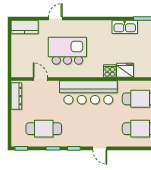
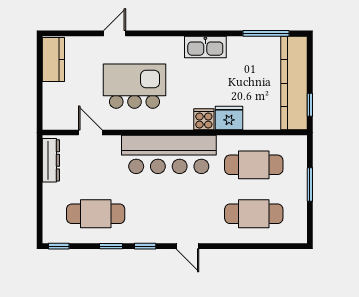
kitchen counter: (25, 27) -> (53, 59), moved, turned -90
kitchen sink: (125, 27) -> (205, 47), moved

